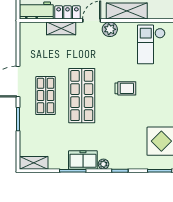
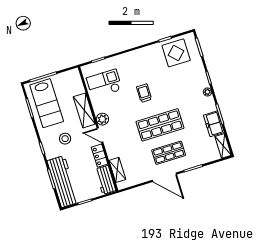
shelving: (61, 28) -> (117, 170), moved
checkout: (151, 44) -> (104, 84), turned 180
freezer: (83, 160) -> (214, 124), moved

